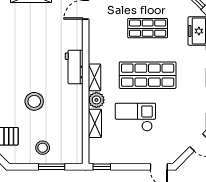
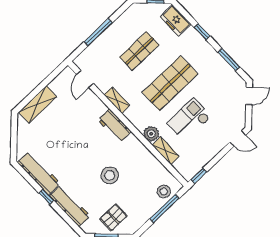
shelving: (95, 77) -> (117, 100), moved
stool: (43, 148) -> (164, 191), moved
window: (52, 167) -> (164, 209), width x1.44

